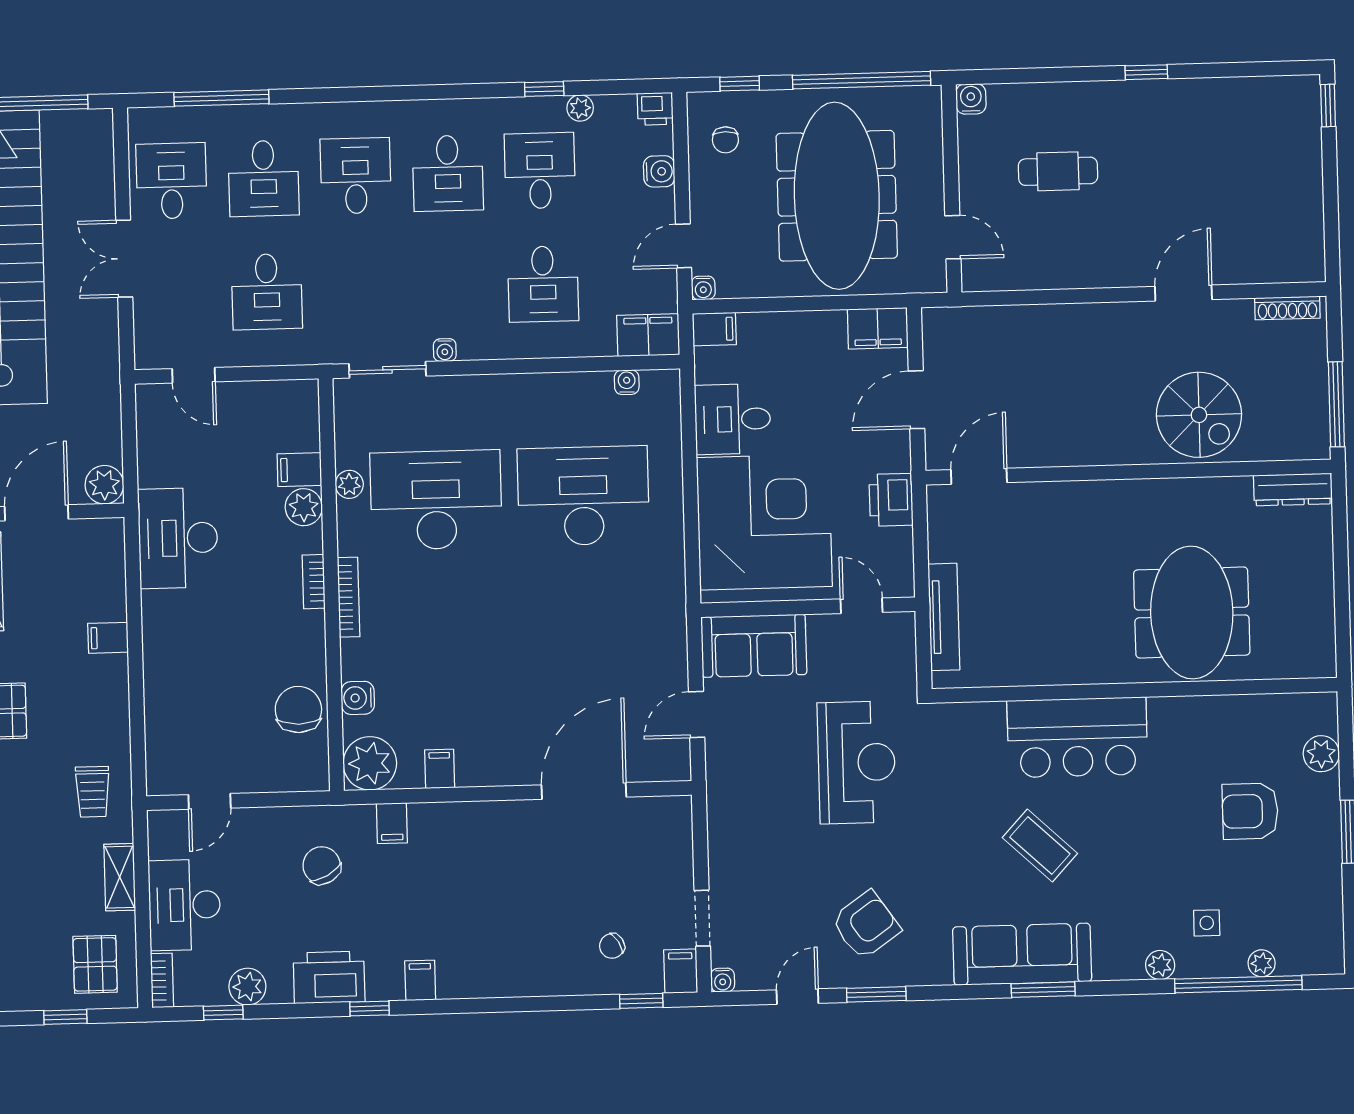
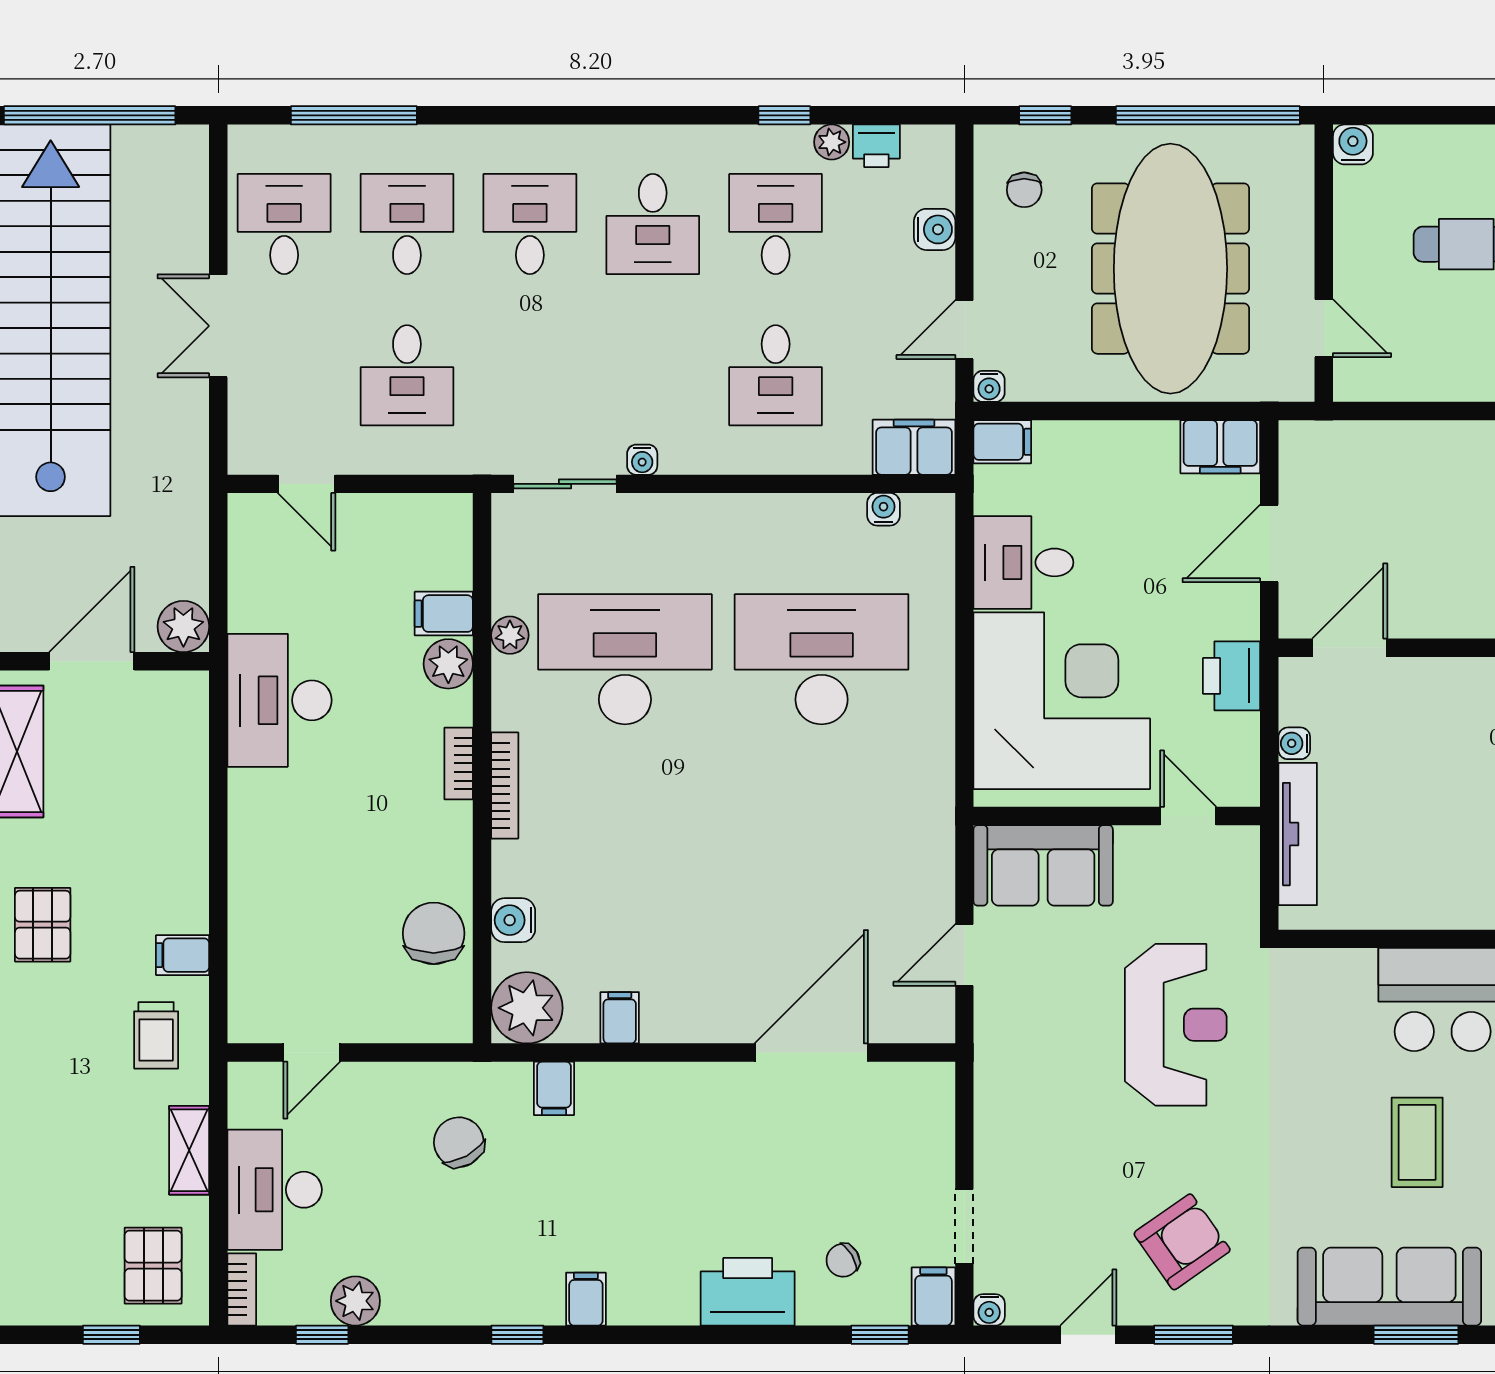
printer: (655, 109) -> (876, 146), moved
desk: (264, 178) -> (407, 224), turned 180
water cooler: (939, 549) -> (1294, 743), added
filing cabinet: (108, 638) -> (183, 955), moved
coffee table: (1040, 846) -> (1417, 1142), turned 47
printer: (329, 977) -> (748, 1292), moved

